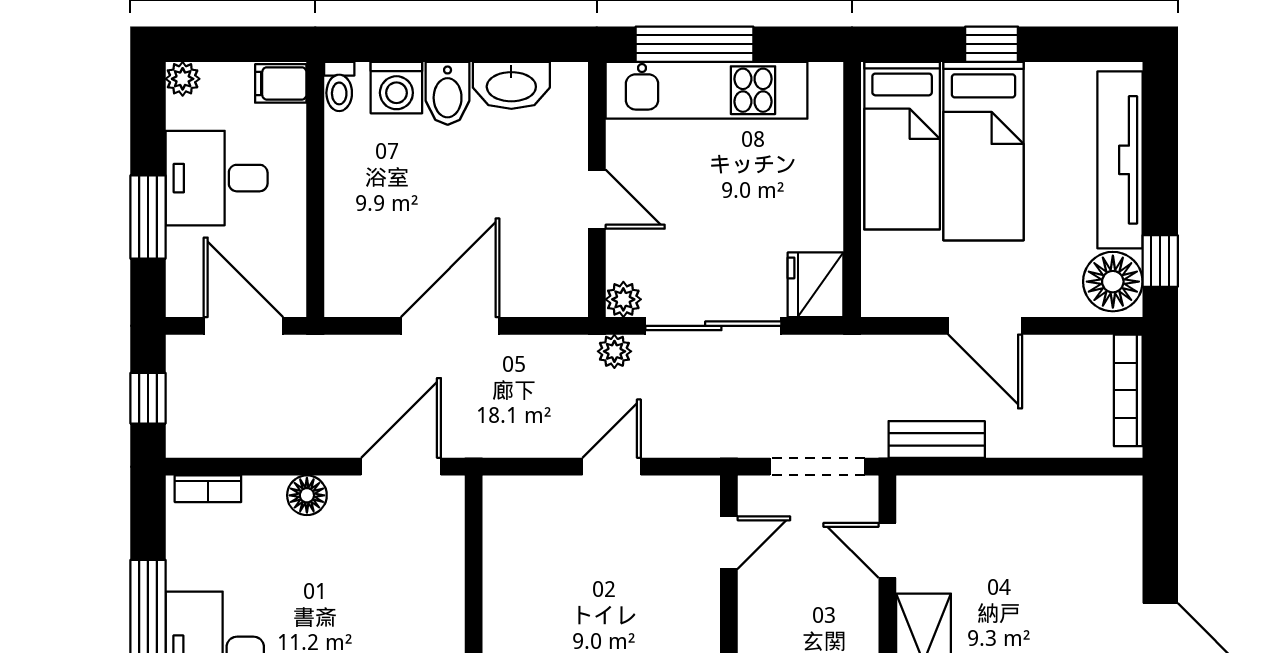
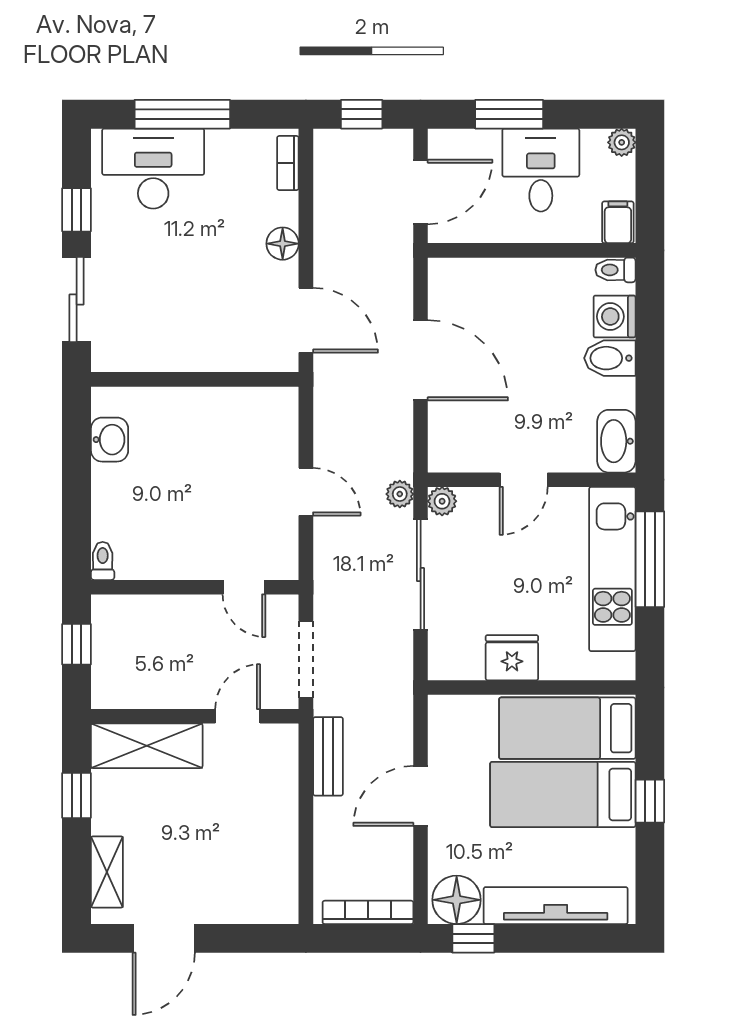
washbasin: (511, 85) -> (616, 441), moved
fridge: (815, 285) -> (512, 658), moved

